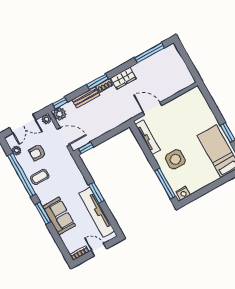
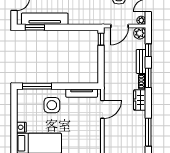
window: (60, 103) -> (148, 50), moved
window: (96, 193) -> (35, 27), moved
nightstand: (183, 193) -> (21, 127), moved

